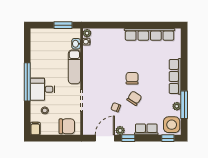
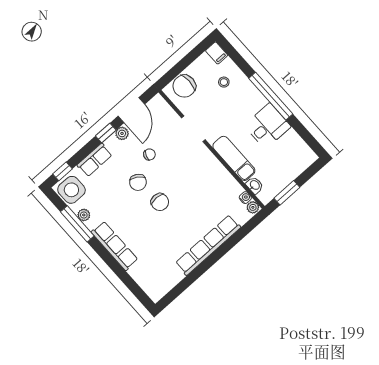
row of seats: (150, 34) -> (208, 245), moved
desk: (43, 89) -> (267, 126), moved

